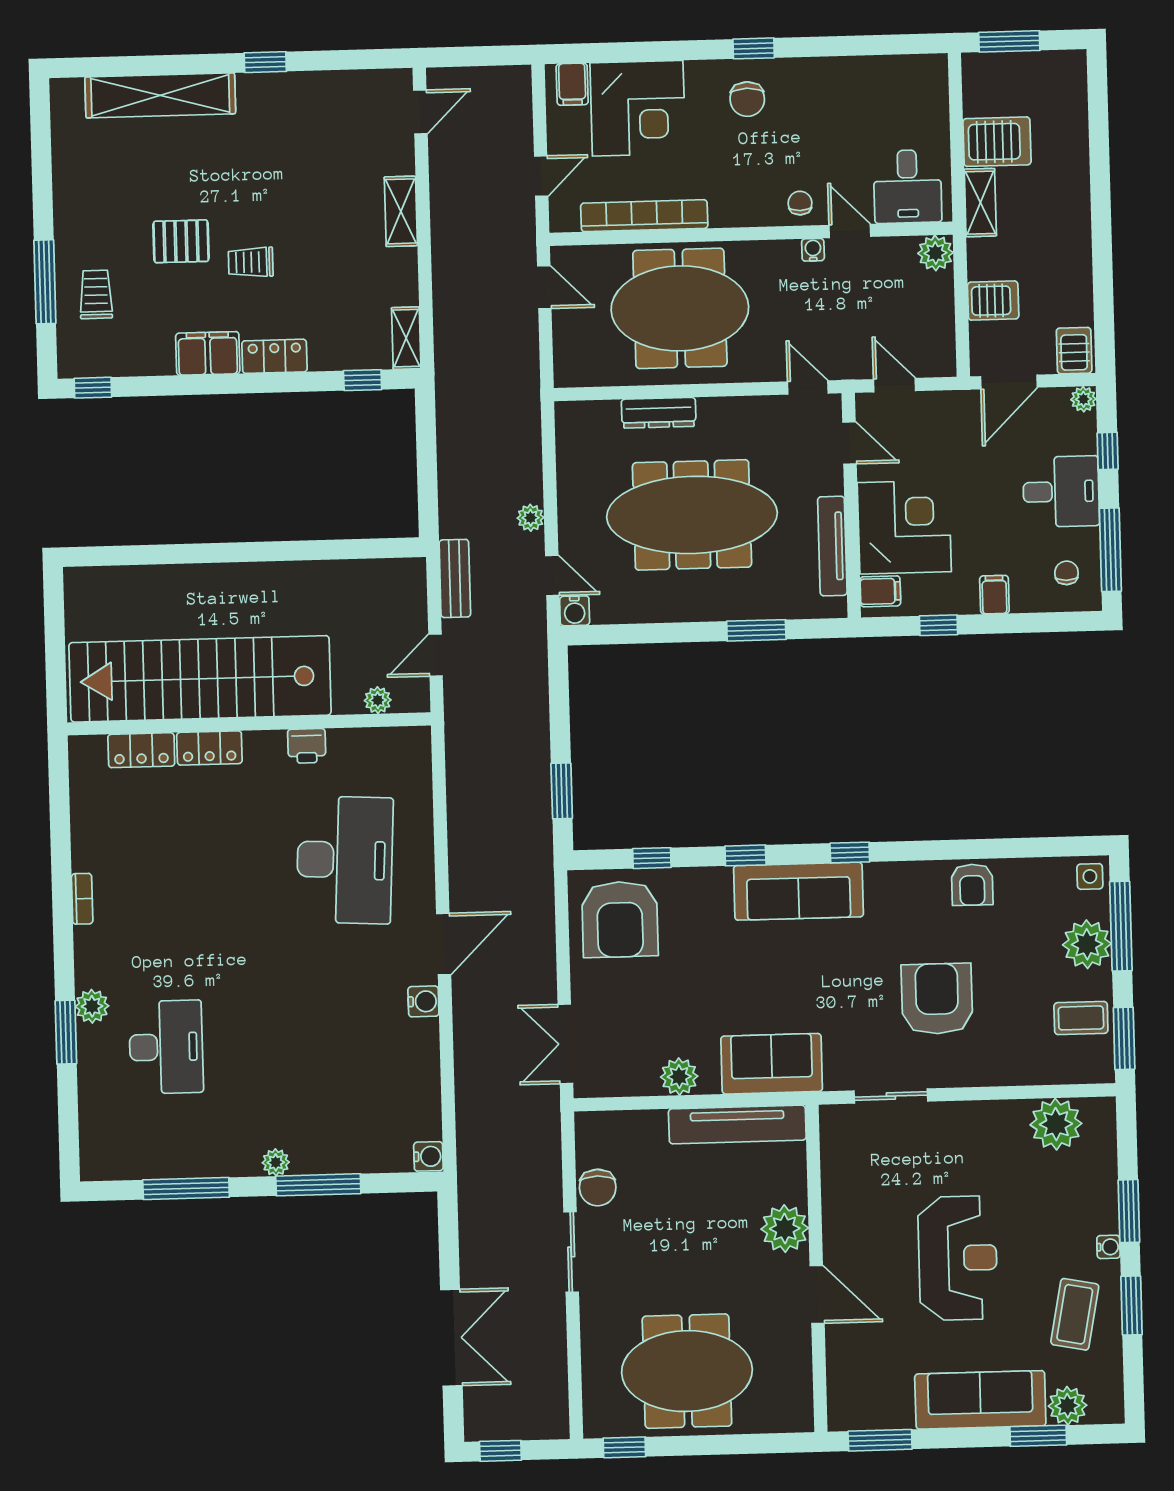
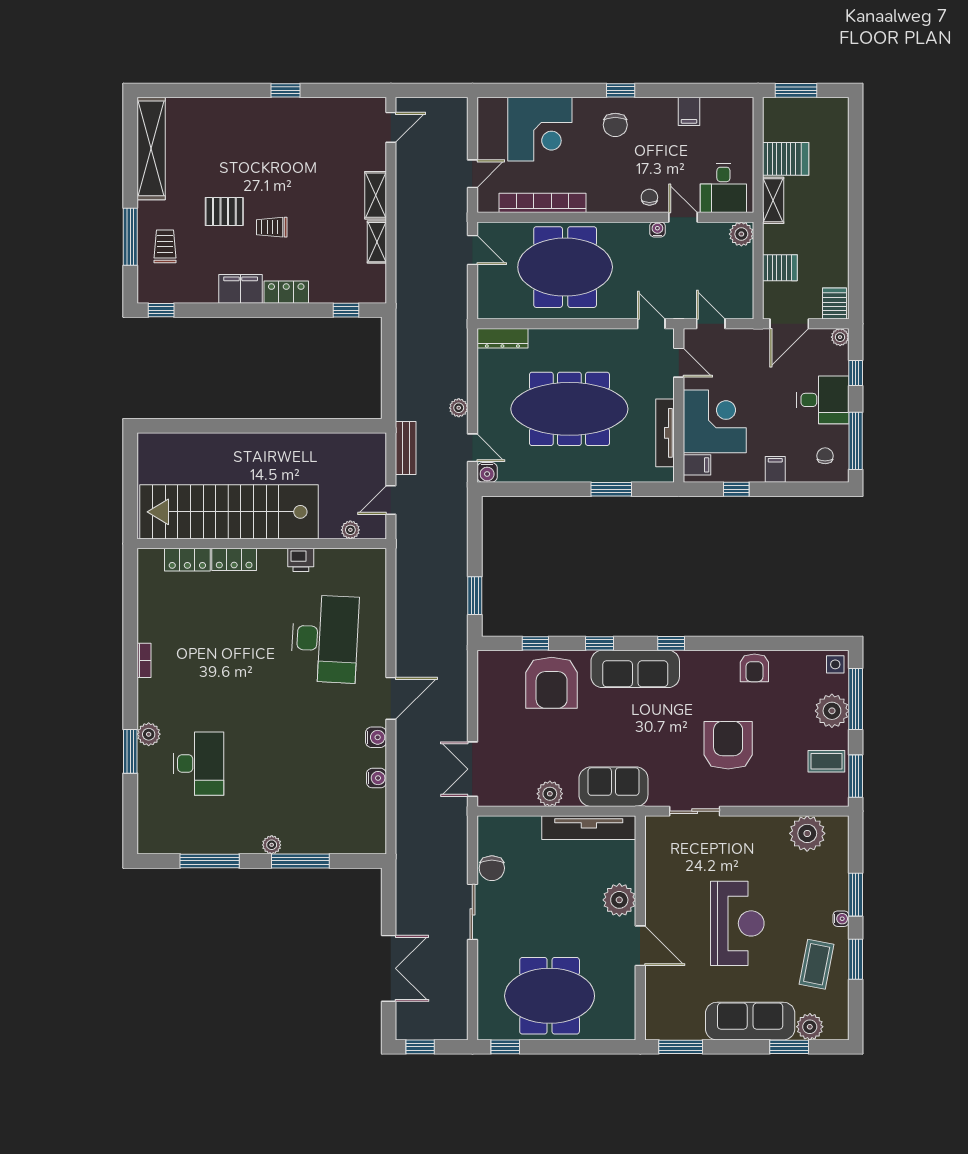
filing cabinet: (572, 84) -> (689, 111), moved
shelving: (160, 95) -> (151, 148), moved, turned 90
shelving: (406, 338) -> (377, 242), moved
dresser: (659, 413) -> (502, 338), moved
armchair: (620, 919) -> (552, 683), moved
water cooler: (428, 1156) -> (376, 778), moved

